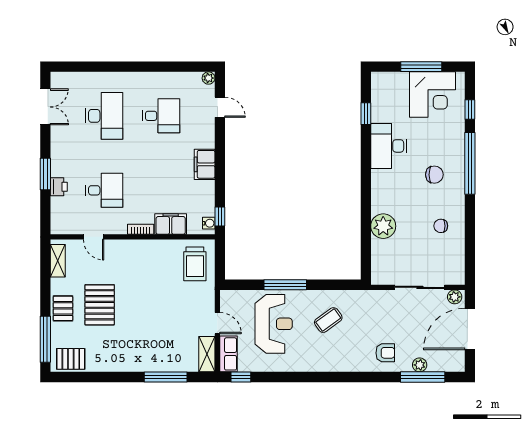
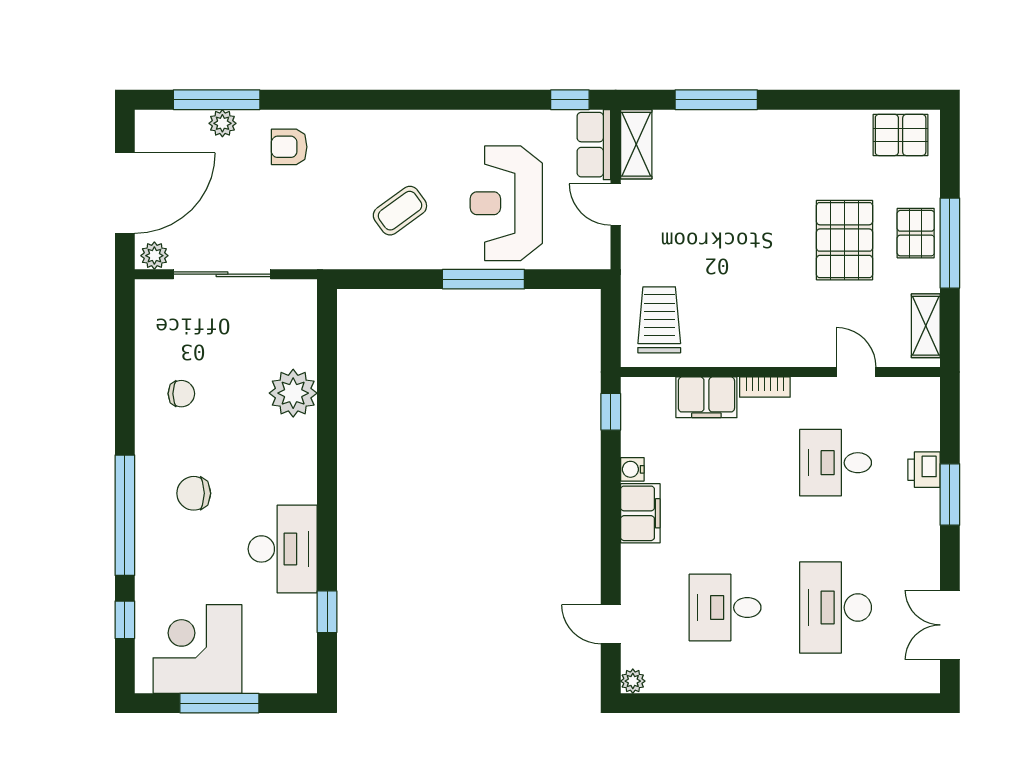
water cooler: (209, 223) -> (632, 469), moved
window: (45, 339) -> (950, 243), moved

